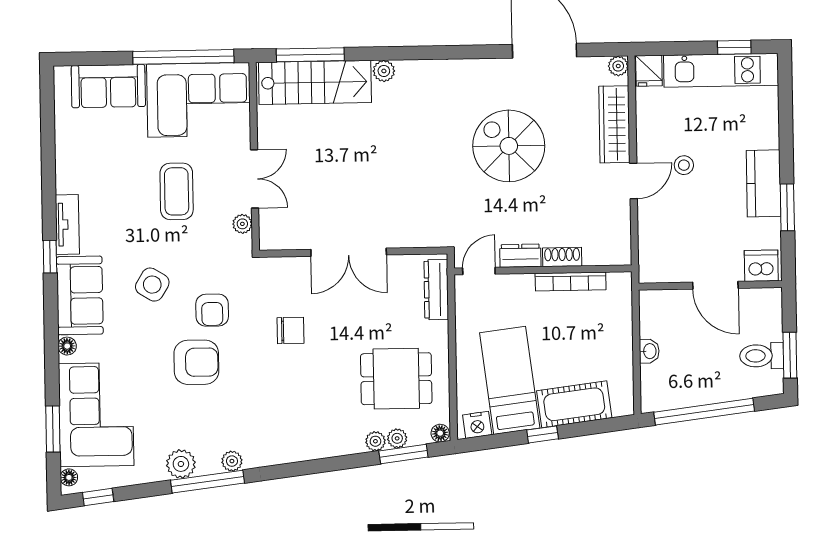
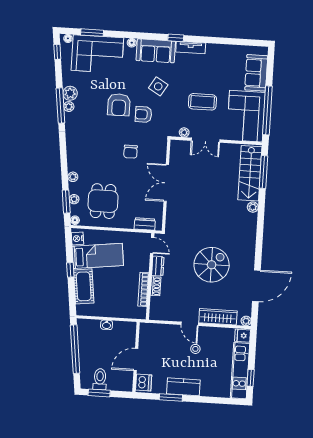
dresser: (436, 290) -> (145, 224), width x0.70
plant: (375, 441) -> (73, 177), moved
plant: (232, 461) -> (69, 107), moved

